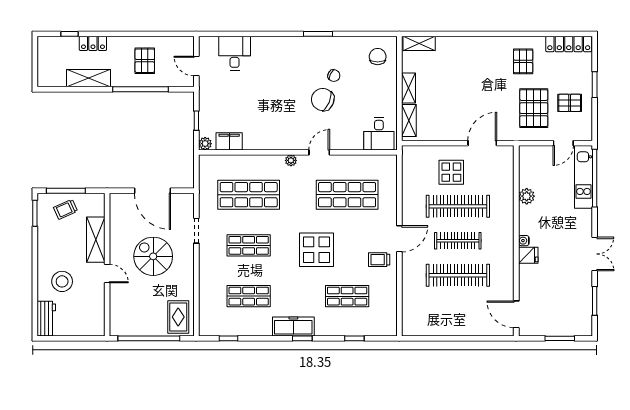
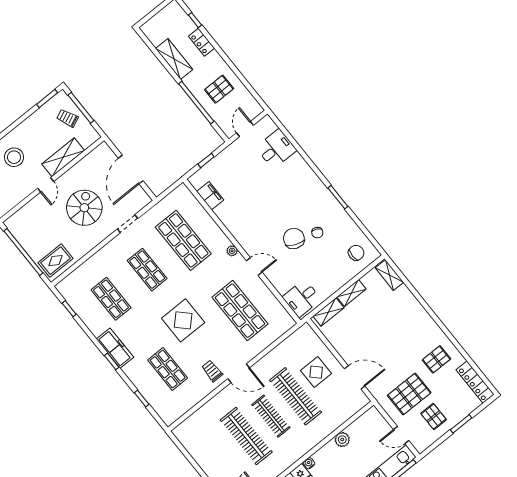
plant: (205, 144) -> (195, 180), removed

